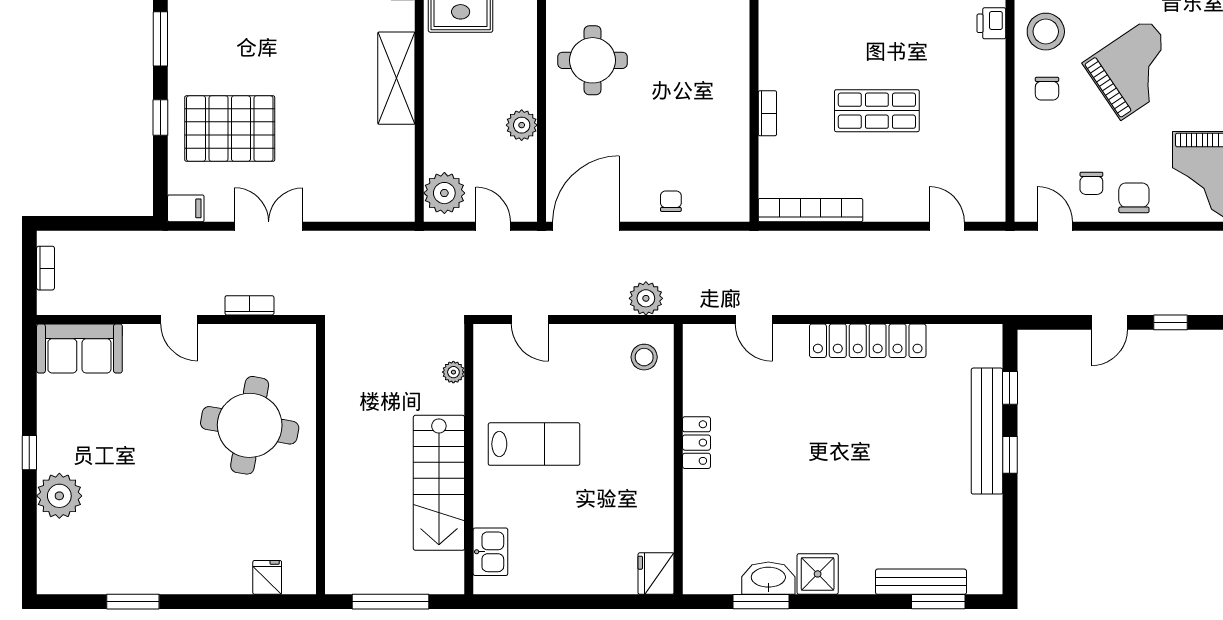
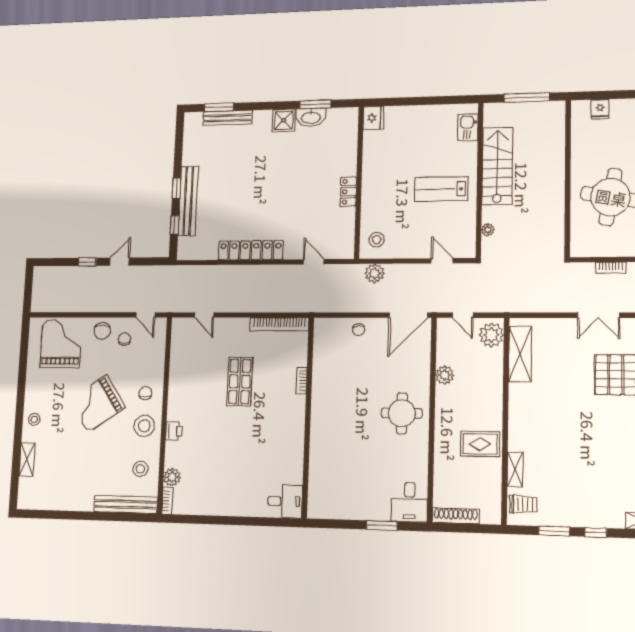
shelving: (396, 78) -> (520, 354), moved
shop shelf: (877, 111) -> (240, 381), turned 90

